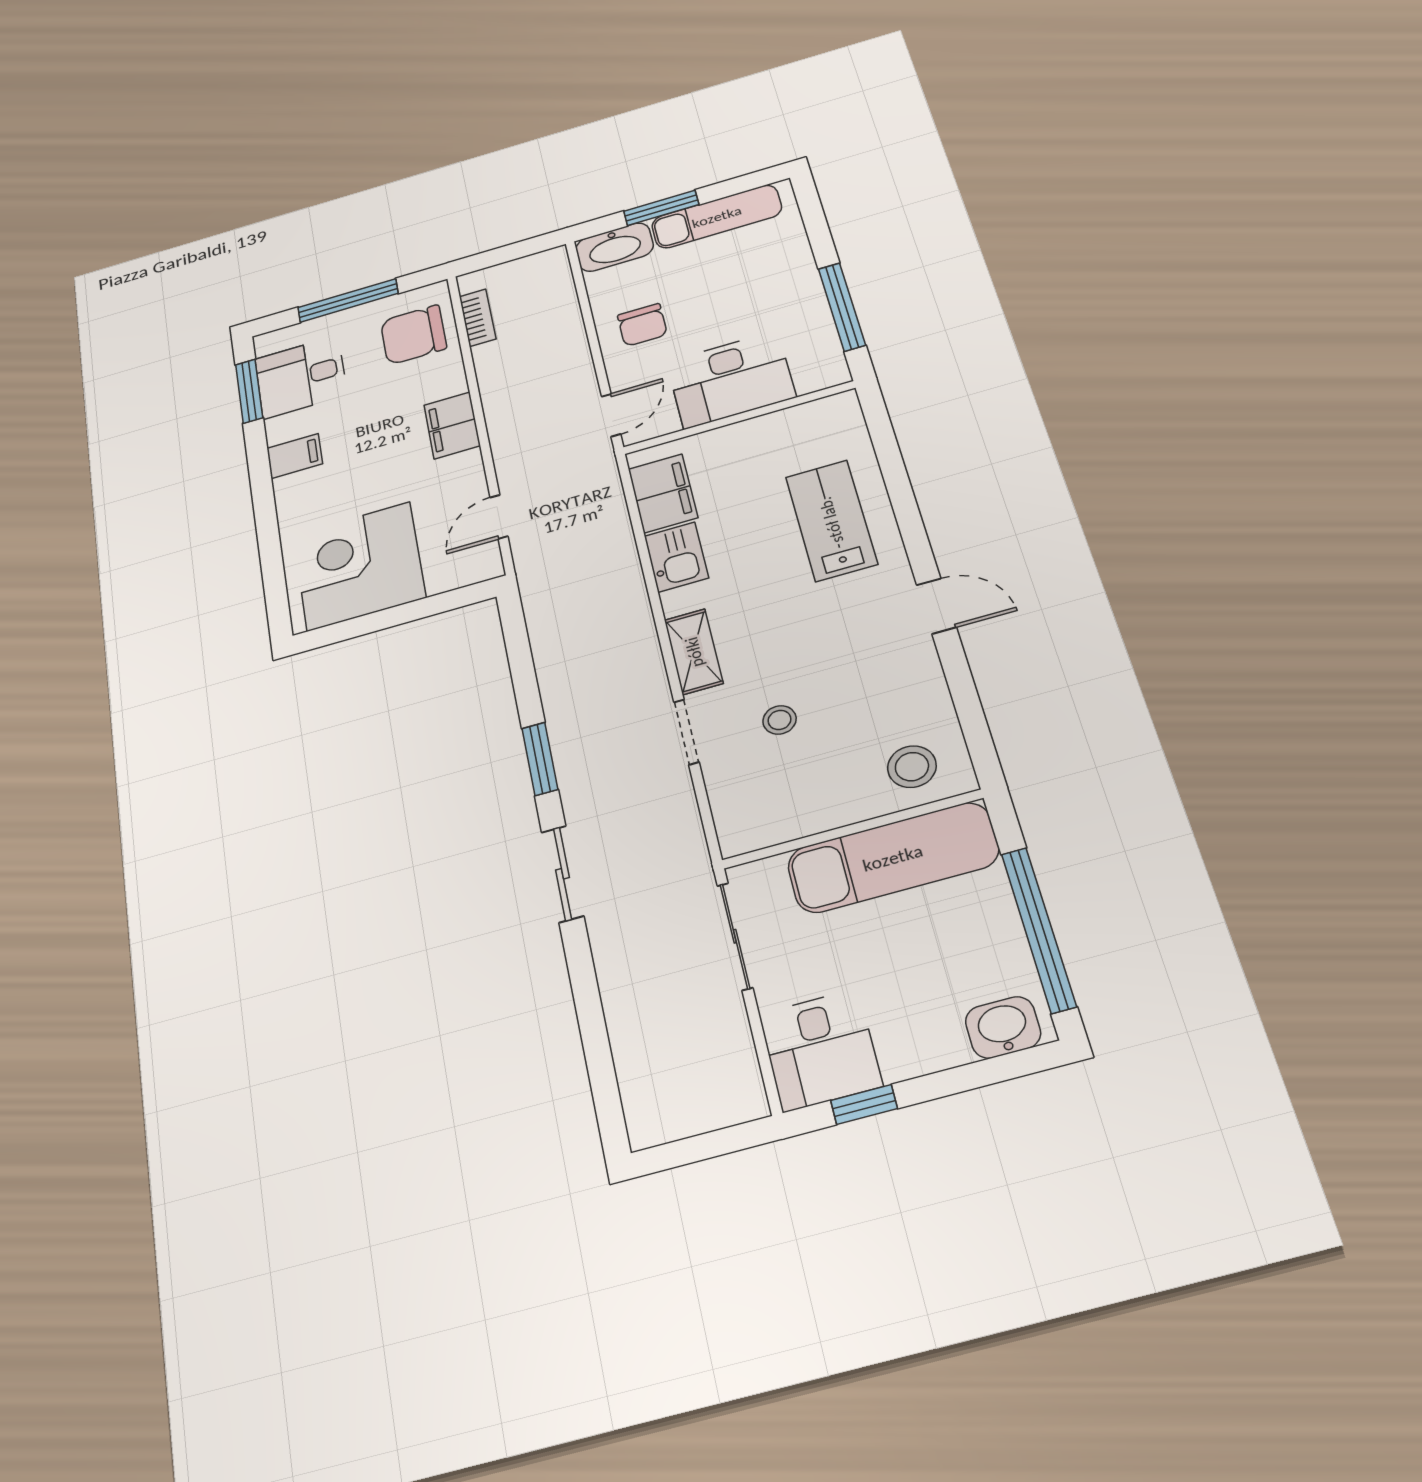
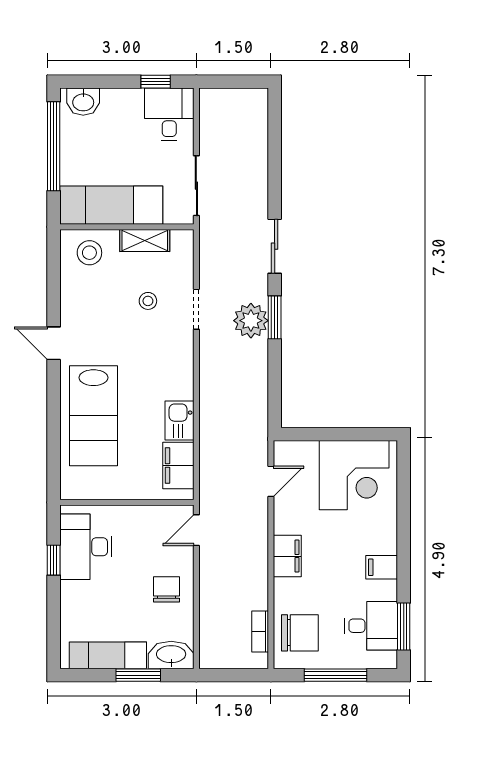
window: (842, 307) -> (54, 560), width x0.46
desk: (731, 380) -> (86, 547), moved, turned -90
lab bench: (831, 520) -> (93, 416), width x1.36, depth x1.39
shelving: (694, 652) -> (145, 240), moved, turned 90
plant: (582, 742) -> (251, 321), added

